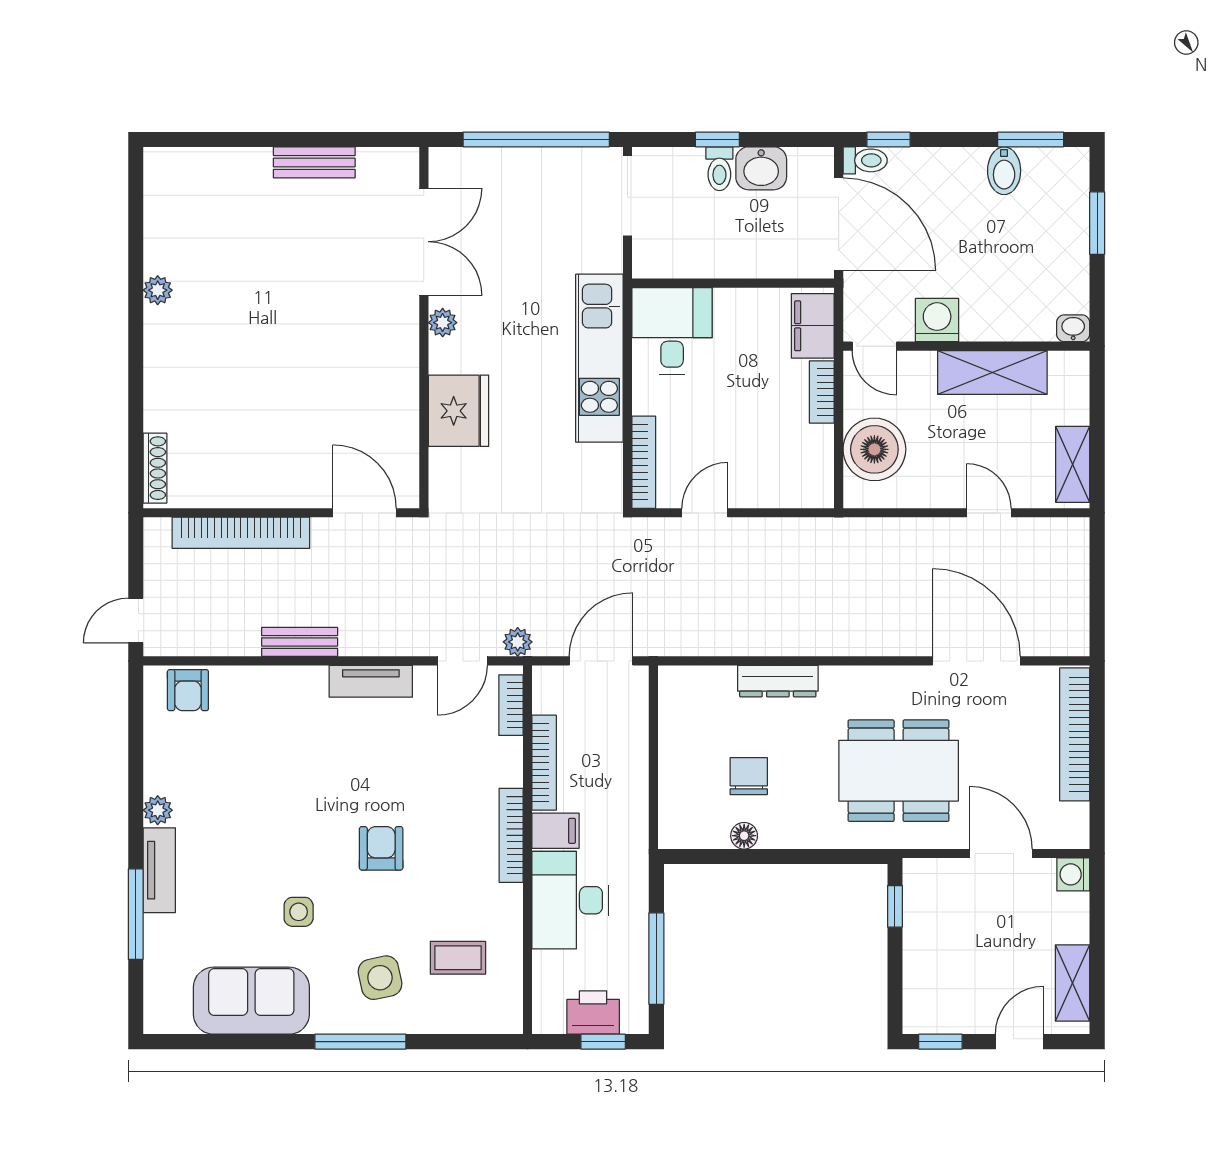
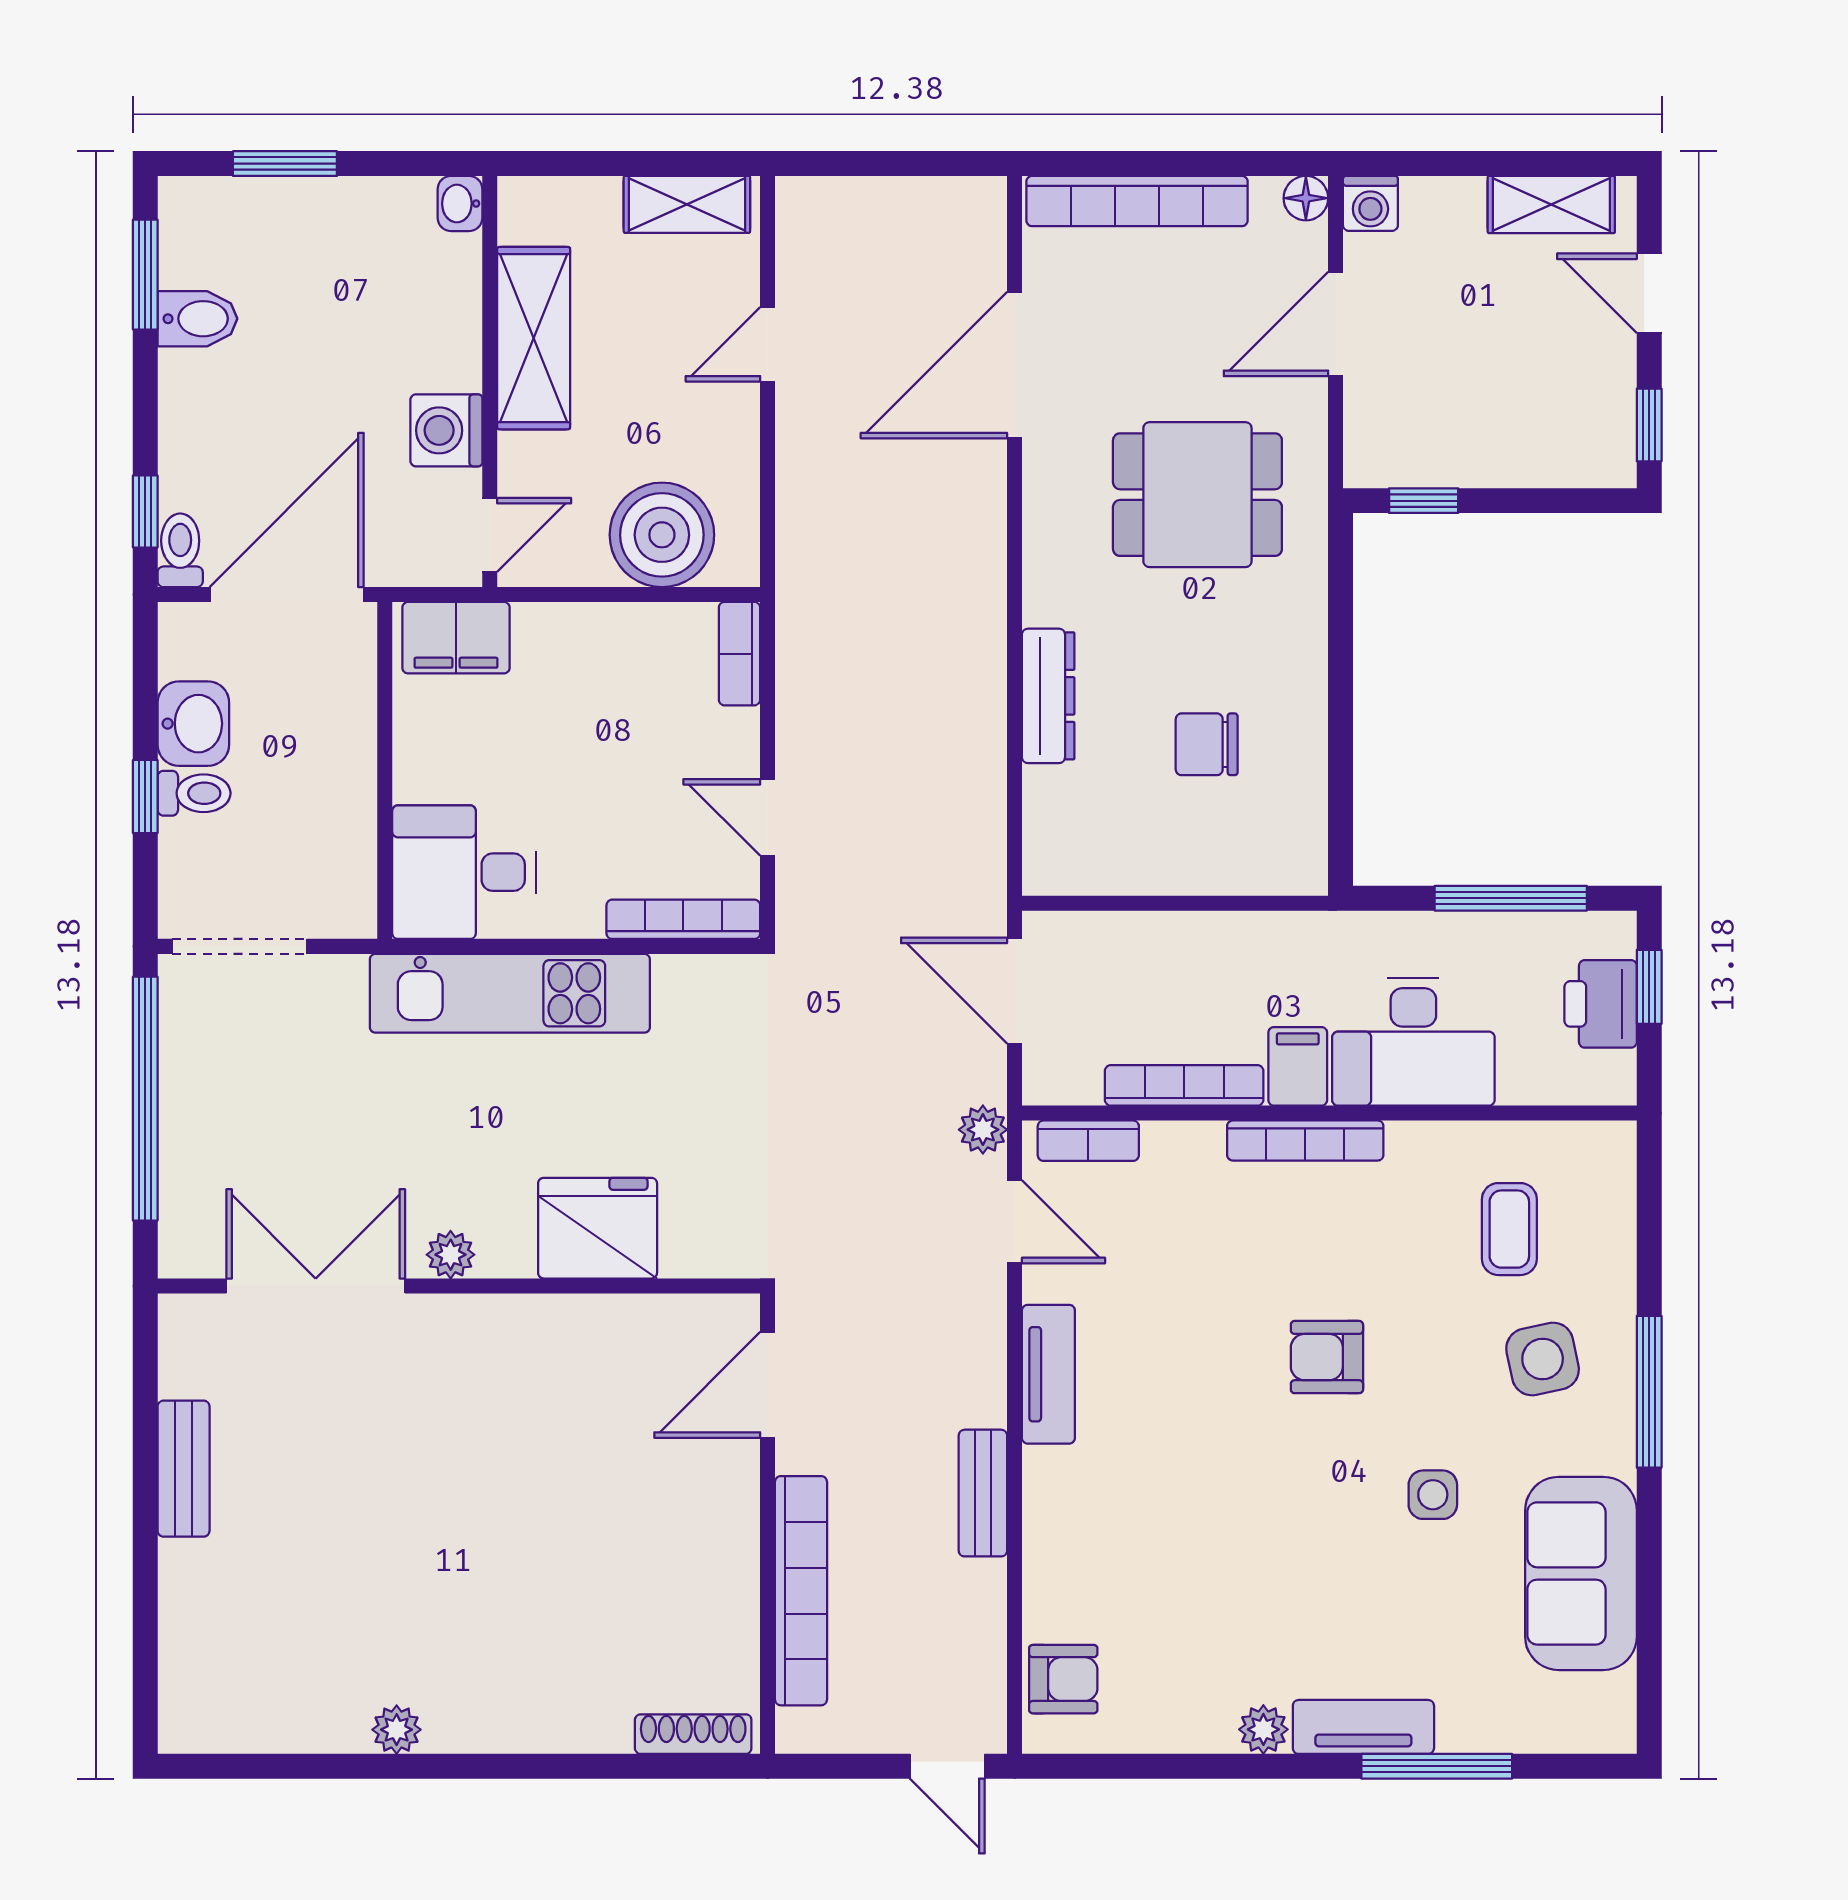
bookcase: (822, 392) -> (739, 654), moved, turned 90
dining table: (899, 771) -> (1197, 495), width x0.73
floor lamp: (744, 836) -> (1306, 198), moved

